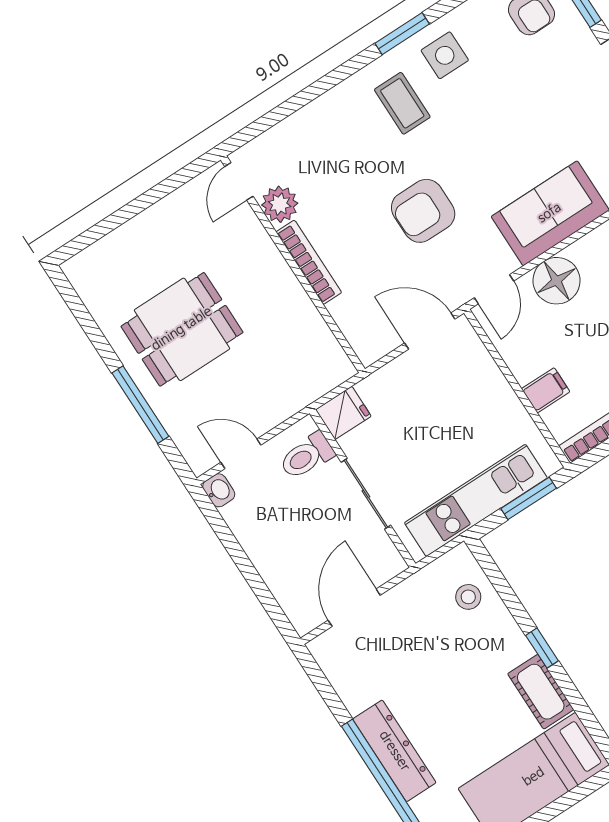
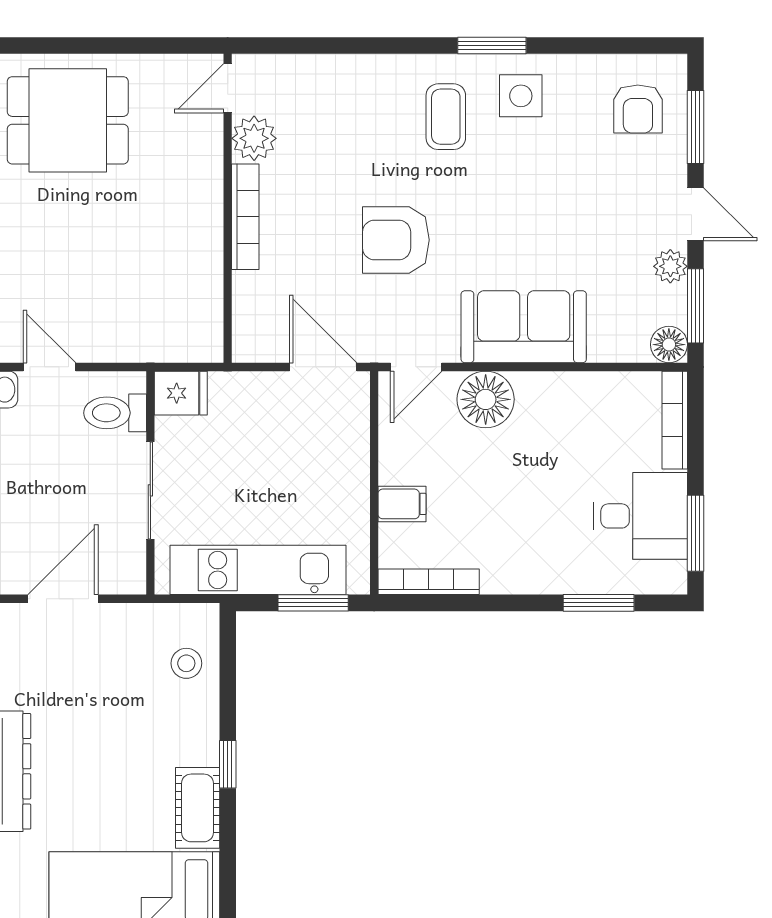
dining table: (182, 329) -> (68, 120), moved

